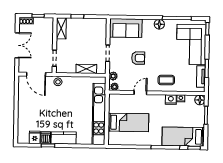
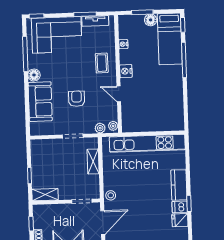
sofa: (126, 28) -> (40, 102), moved
nightstand: (171, 100) -> (126, 71), moved
floor lamp: (200, 100) -> (151, 20), moved
bed: (128, 122) -> (156, 107), removed

